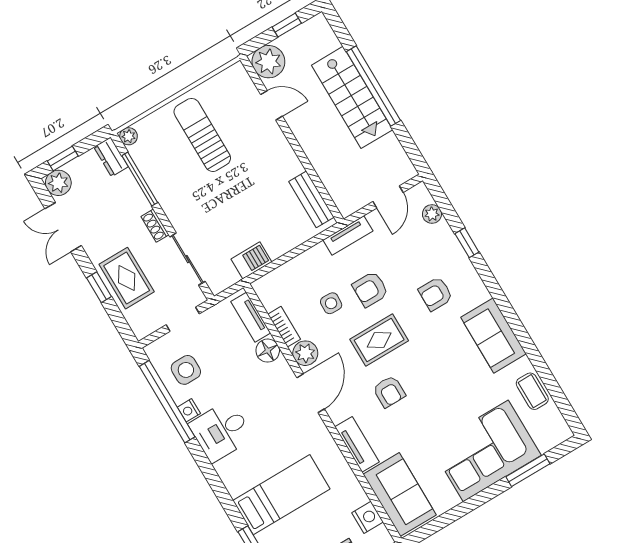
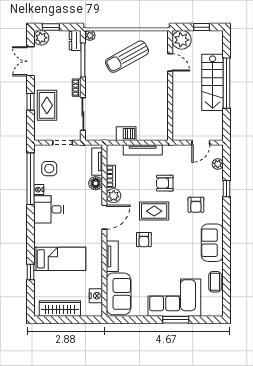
sun lounger: (202, 135) -> (127, 57), turned -119
bench: (311, 199) -> (162, 121), removed
tv unit: (348, 235) -> (143, 150), moved, width x1.41
barbecue: (251, 260) -> (126, 134), moved
armchair: (436, 294) -> (196, 205), turned -90
side table: (331, 303) -> (141, 178), removed
window: (528, 470) -> (176, 320), moved

